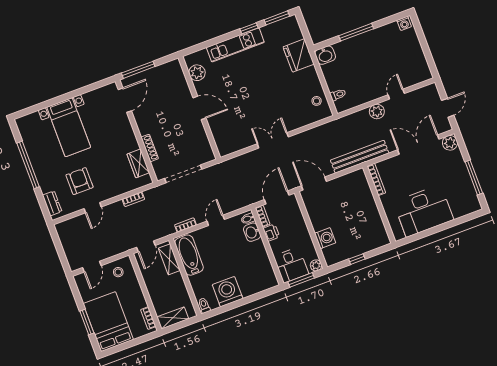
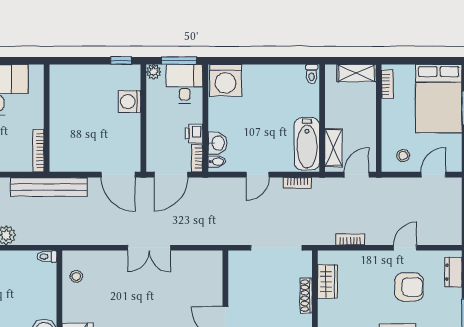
toilet: (338, 95) -> (47, 257), moved
armchair: (80, 181) -> (409, 287), turned -90
window: (357, 259) -> (121, 61), moved
washing machine: (228, 292) -> (226, 80), moved

